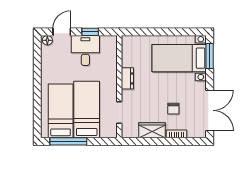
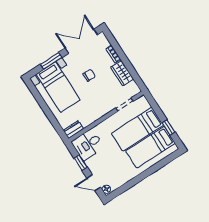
desk: (85, 50) -> (88, 145), moved
window: (210, 56) -> (51, 61), moved
dresser: (127, 78) -> (73, 130), moved
chair: (173, 109) -> (89, 75), moved
window: (68, 141) -> (169, 127), width x0.46

